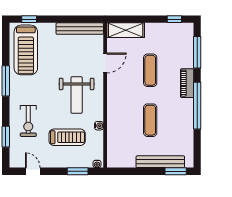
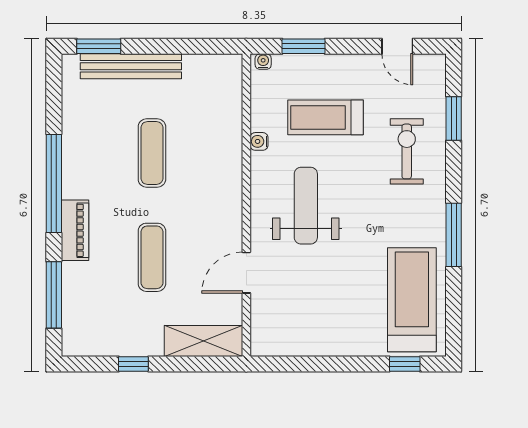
window: (174, 19) -> (133, 364), moved
bench: (80, 29) -> (299, 344), removed

